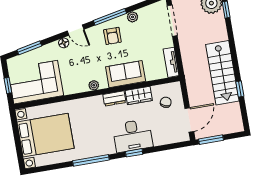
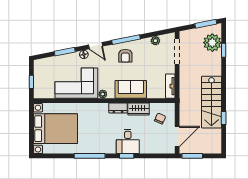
plant: (133, 17) -> (155, 41), moved
window: (29, 48) -> (65, 52), moved
corner sofa: (36, 82) -> (76, 83), moved
desk: (133, 136) -> (128, 142), width x0.73

